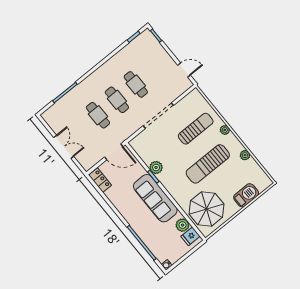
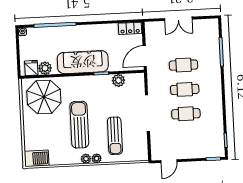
plant: (245, 155) -> (86, 159), moved
plant: (156, 167) -> (119, 80), moved
barbecue: (246, 195) -> (37, 158), moved, turned -90

